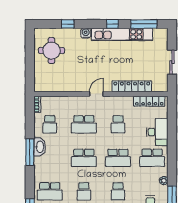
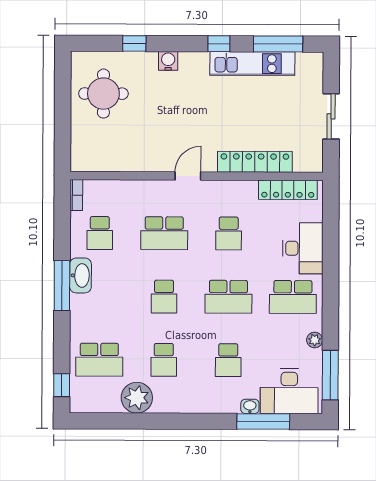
kitchen unit: (122, 34) -> (252, 64), width x0.73
school desk: (84, 158) -> (164, 297), width x0.54

